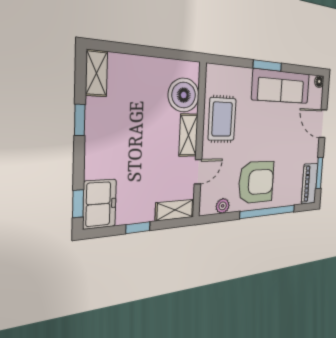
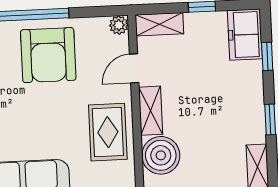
armchair: (256, 182) -> (48, 55), turned -90
window: (78, 204) -> (267, 56), moved
plant: (223, 206) -> (119, 25), moved

